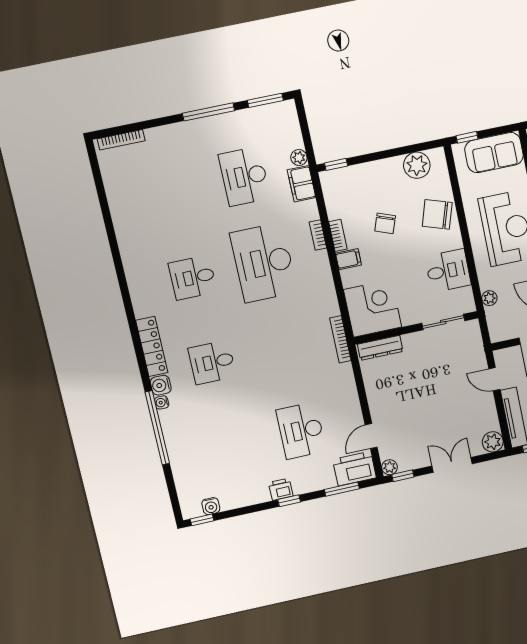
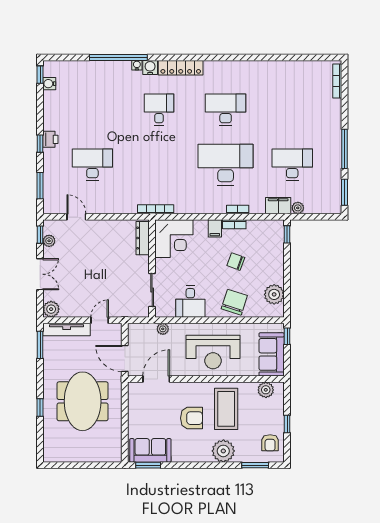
desk: (193, 278) -> (226, 110), width x1.37
plant: (390, 467) -> (49, 241), moved
printer: (354, 469) -> (54, 199), removed

